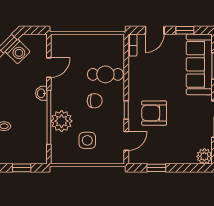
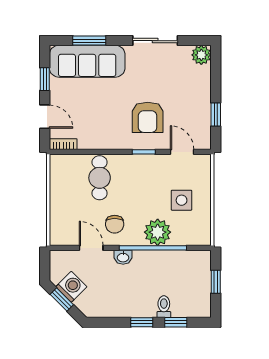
chair: (95, 101) -> (115, 224), moved, turned 180

